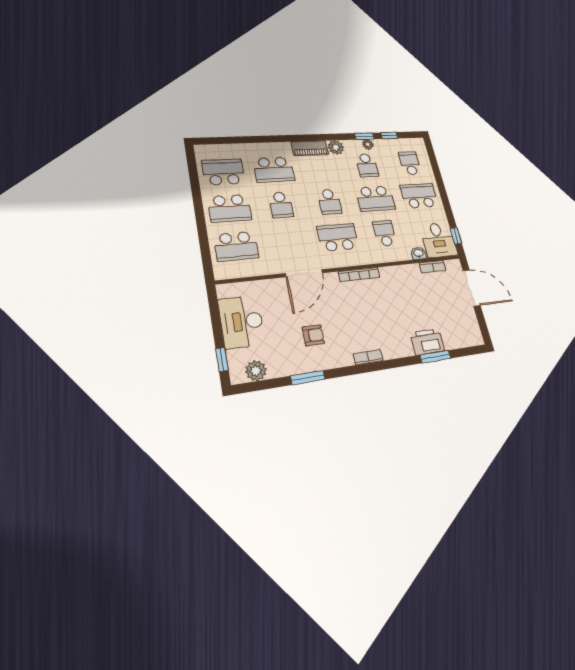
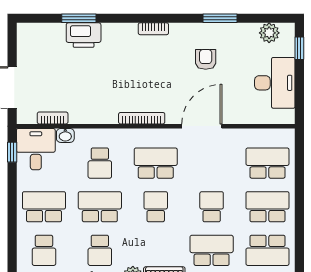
school desk: (367, 165) -> (100, 250), turned 180
school desk: (419, 196) -> (44, 207), turned 180
school desk: (338, 237) -> (156, 163), turned 180
armchair: (313, 335) -> (206, 59), turned 90

